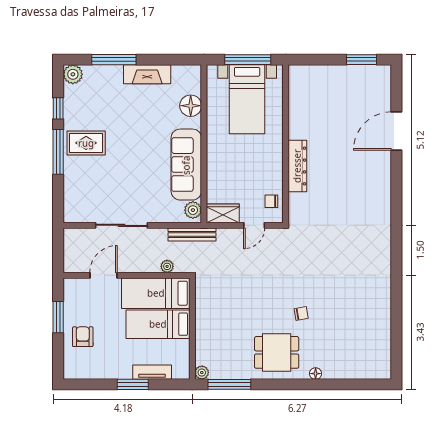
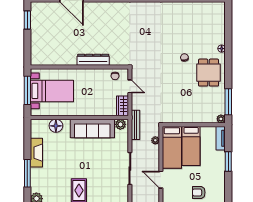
tv unit: (152, 372) -> (221, 138), moved

